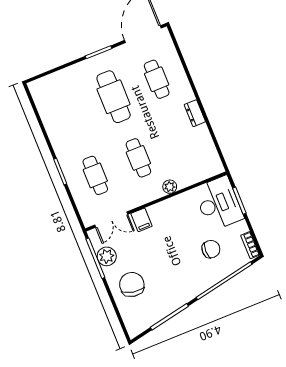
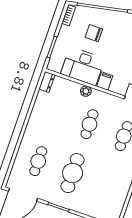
dresser: (195, 113) -> (47, 82), moved
desk: (219, 203) -> (83, 66), moved, turned -90
filing cabinet: (141, 220) -> (105, 81), moved

